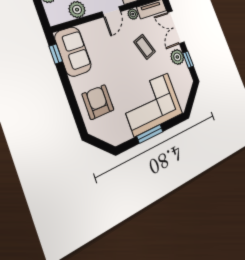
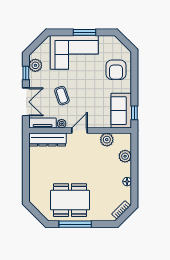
plant: (177, 57) -> (35, 65), moved

